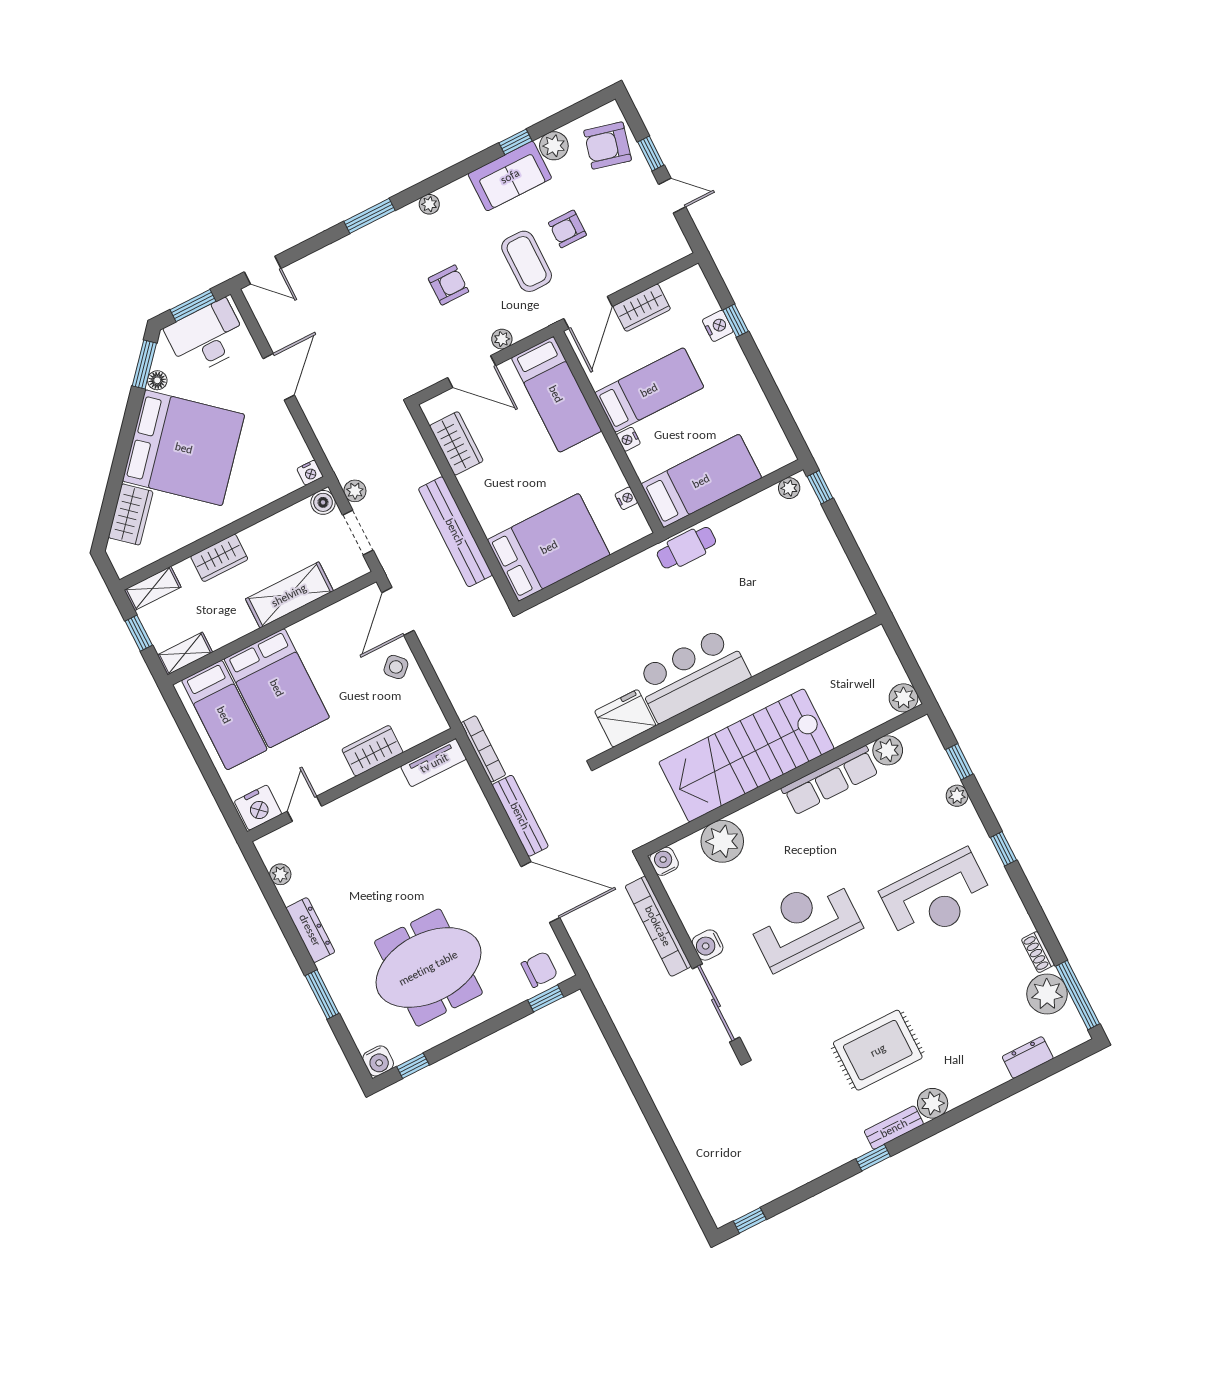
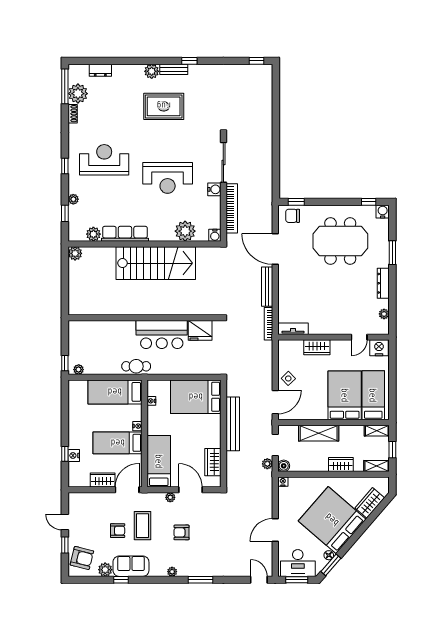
bar counter: (692, 675) -> (162, 334), moved
wall: (739, 690) -> (145, 318), moved
fridge: (625, 718) -> (200, 330), moved

